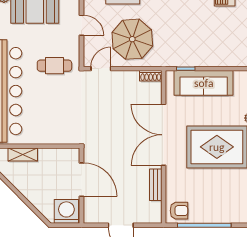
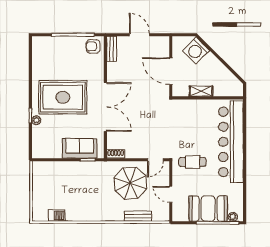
sofa: (204, 83) -> (80, 148), width x0.73
shelving: (23, 155) -> (201, 91), moved
bench: (156, 185) -> (112, 49), moved
washing machine: (66, 211) -> (196, 50), moved, turned 45

